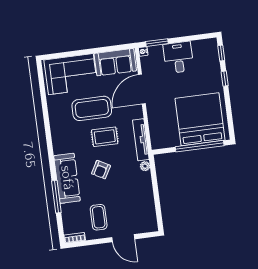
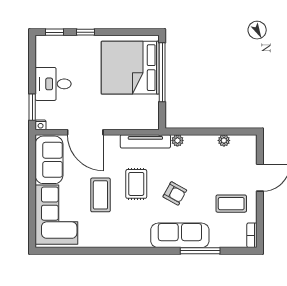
coffee table: (92, 108) -> (100, 195), width x0.73, depth x0.76
plant: (150, 204) -> (224, 140), added

